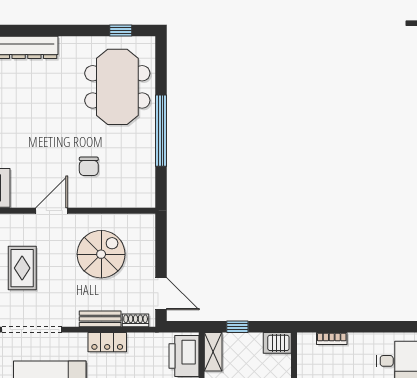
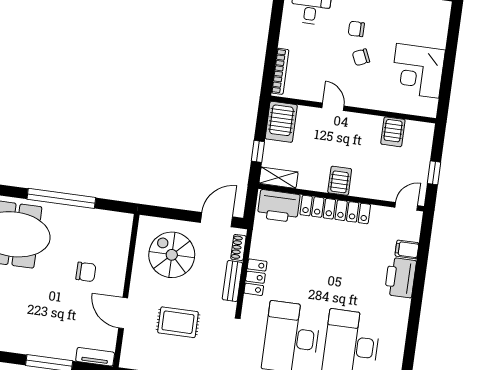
spiral stairs: (101, 254) -> (172, 255), moved
rug: (22, 268) -> (178, 322), moved
bookcase: (332, 338) -> (280, 71), width x1.56
server rack: (277, 343) -> (281, 122), width x1.36, depth x1.44

